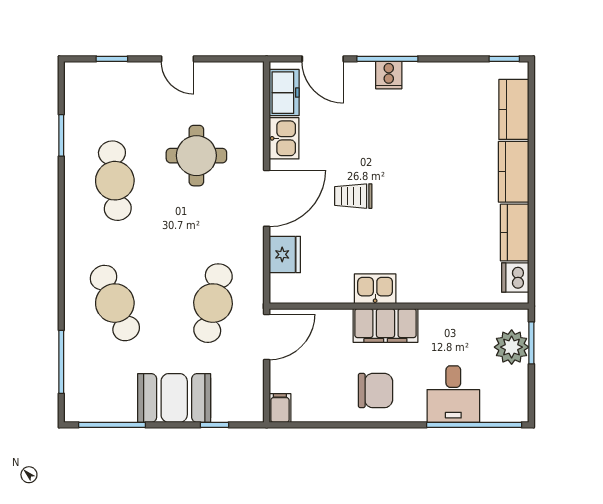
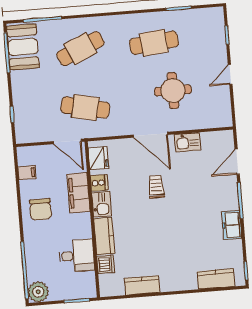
cooker: (389, 75) -> (99, 183), moved, turned 180
freezer: (284, 93) -> (232, 225), moved, turned 90
kitchen counter: (514, 172) -> (104, 236), moved, turned 90
fridge: (285, 254) -> (98, 158), moved, turned -90
dishwasher: (515, 278) -> (106, 264), moved, turned 90
filing cabinet: (385, 325) -> (78, 193), moved
plant: (512, 347) -> (38, 292), moved
desk: (453, 394) -> (77, 256), moved, turned 180
booth: (174, 398) -> (23, 47), moved
filing cabinet: (280, 408) -> (27, 173), moved

